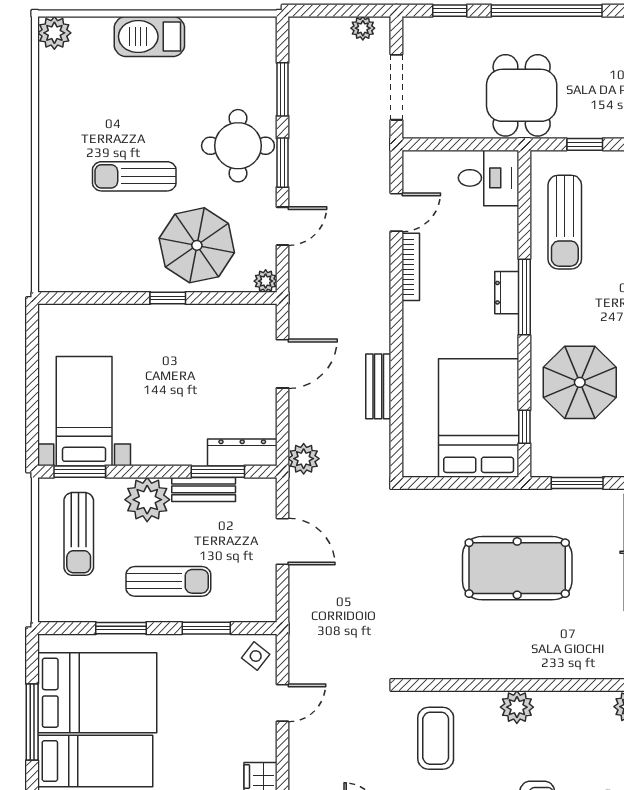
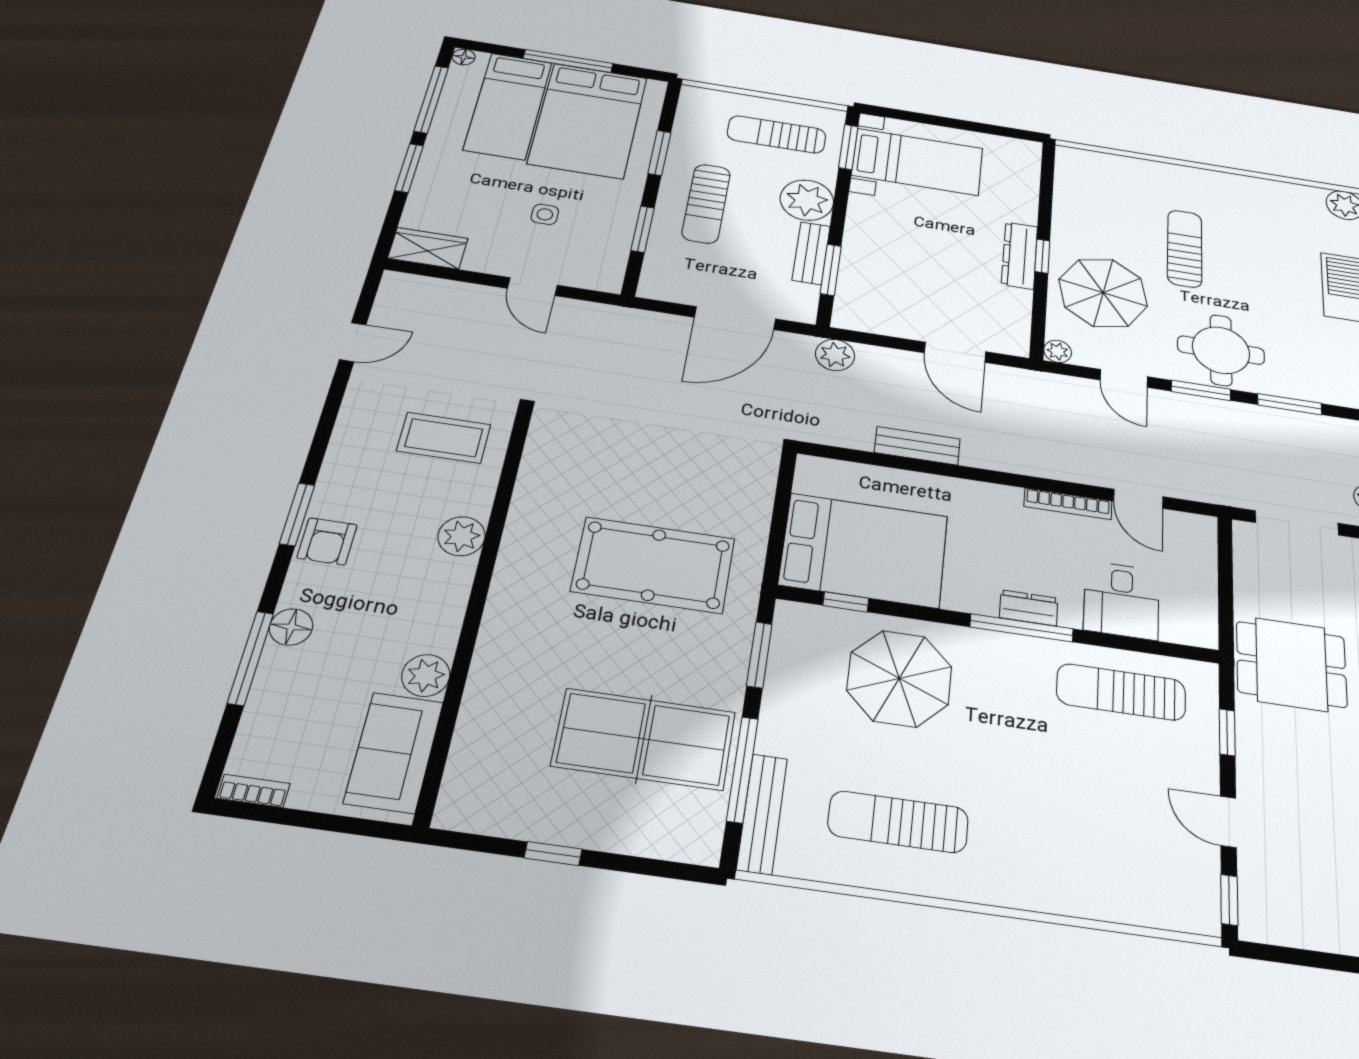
desk: (489, 178) -> (1121, 600), moved
dresser: (242, 452) -> (1020, 255), moved, turned 180
door: (282, 541) -> (735, 318), width x1.36
pool table: (517, 568) -> (653, 565), turned 90
side table: (256, 656) -> (545, 214), moved, turned -38

